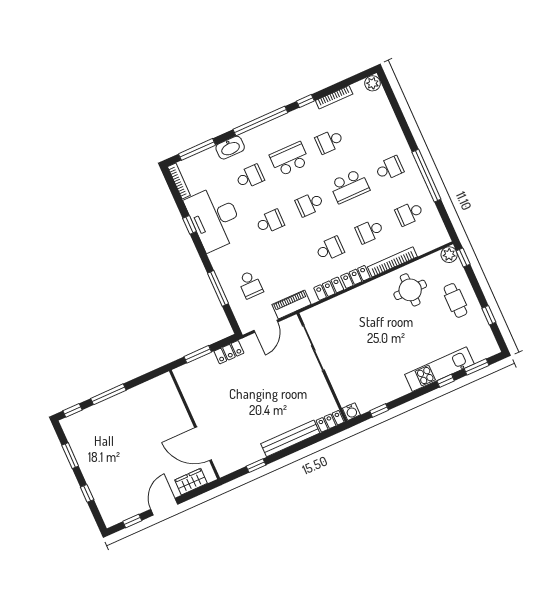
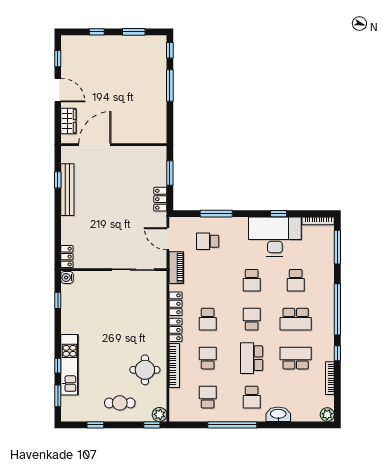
school desk: (329, 141) -> (296, 358), width x1.85
washbasin: (230, 148) -> (278, 414), moved, turned 90
school desk: (290, 159) -> (296, 319), turned 90
bench: (290, 438) -> (67, 190), moved

